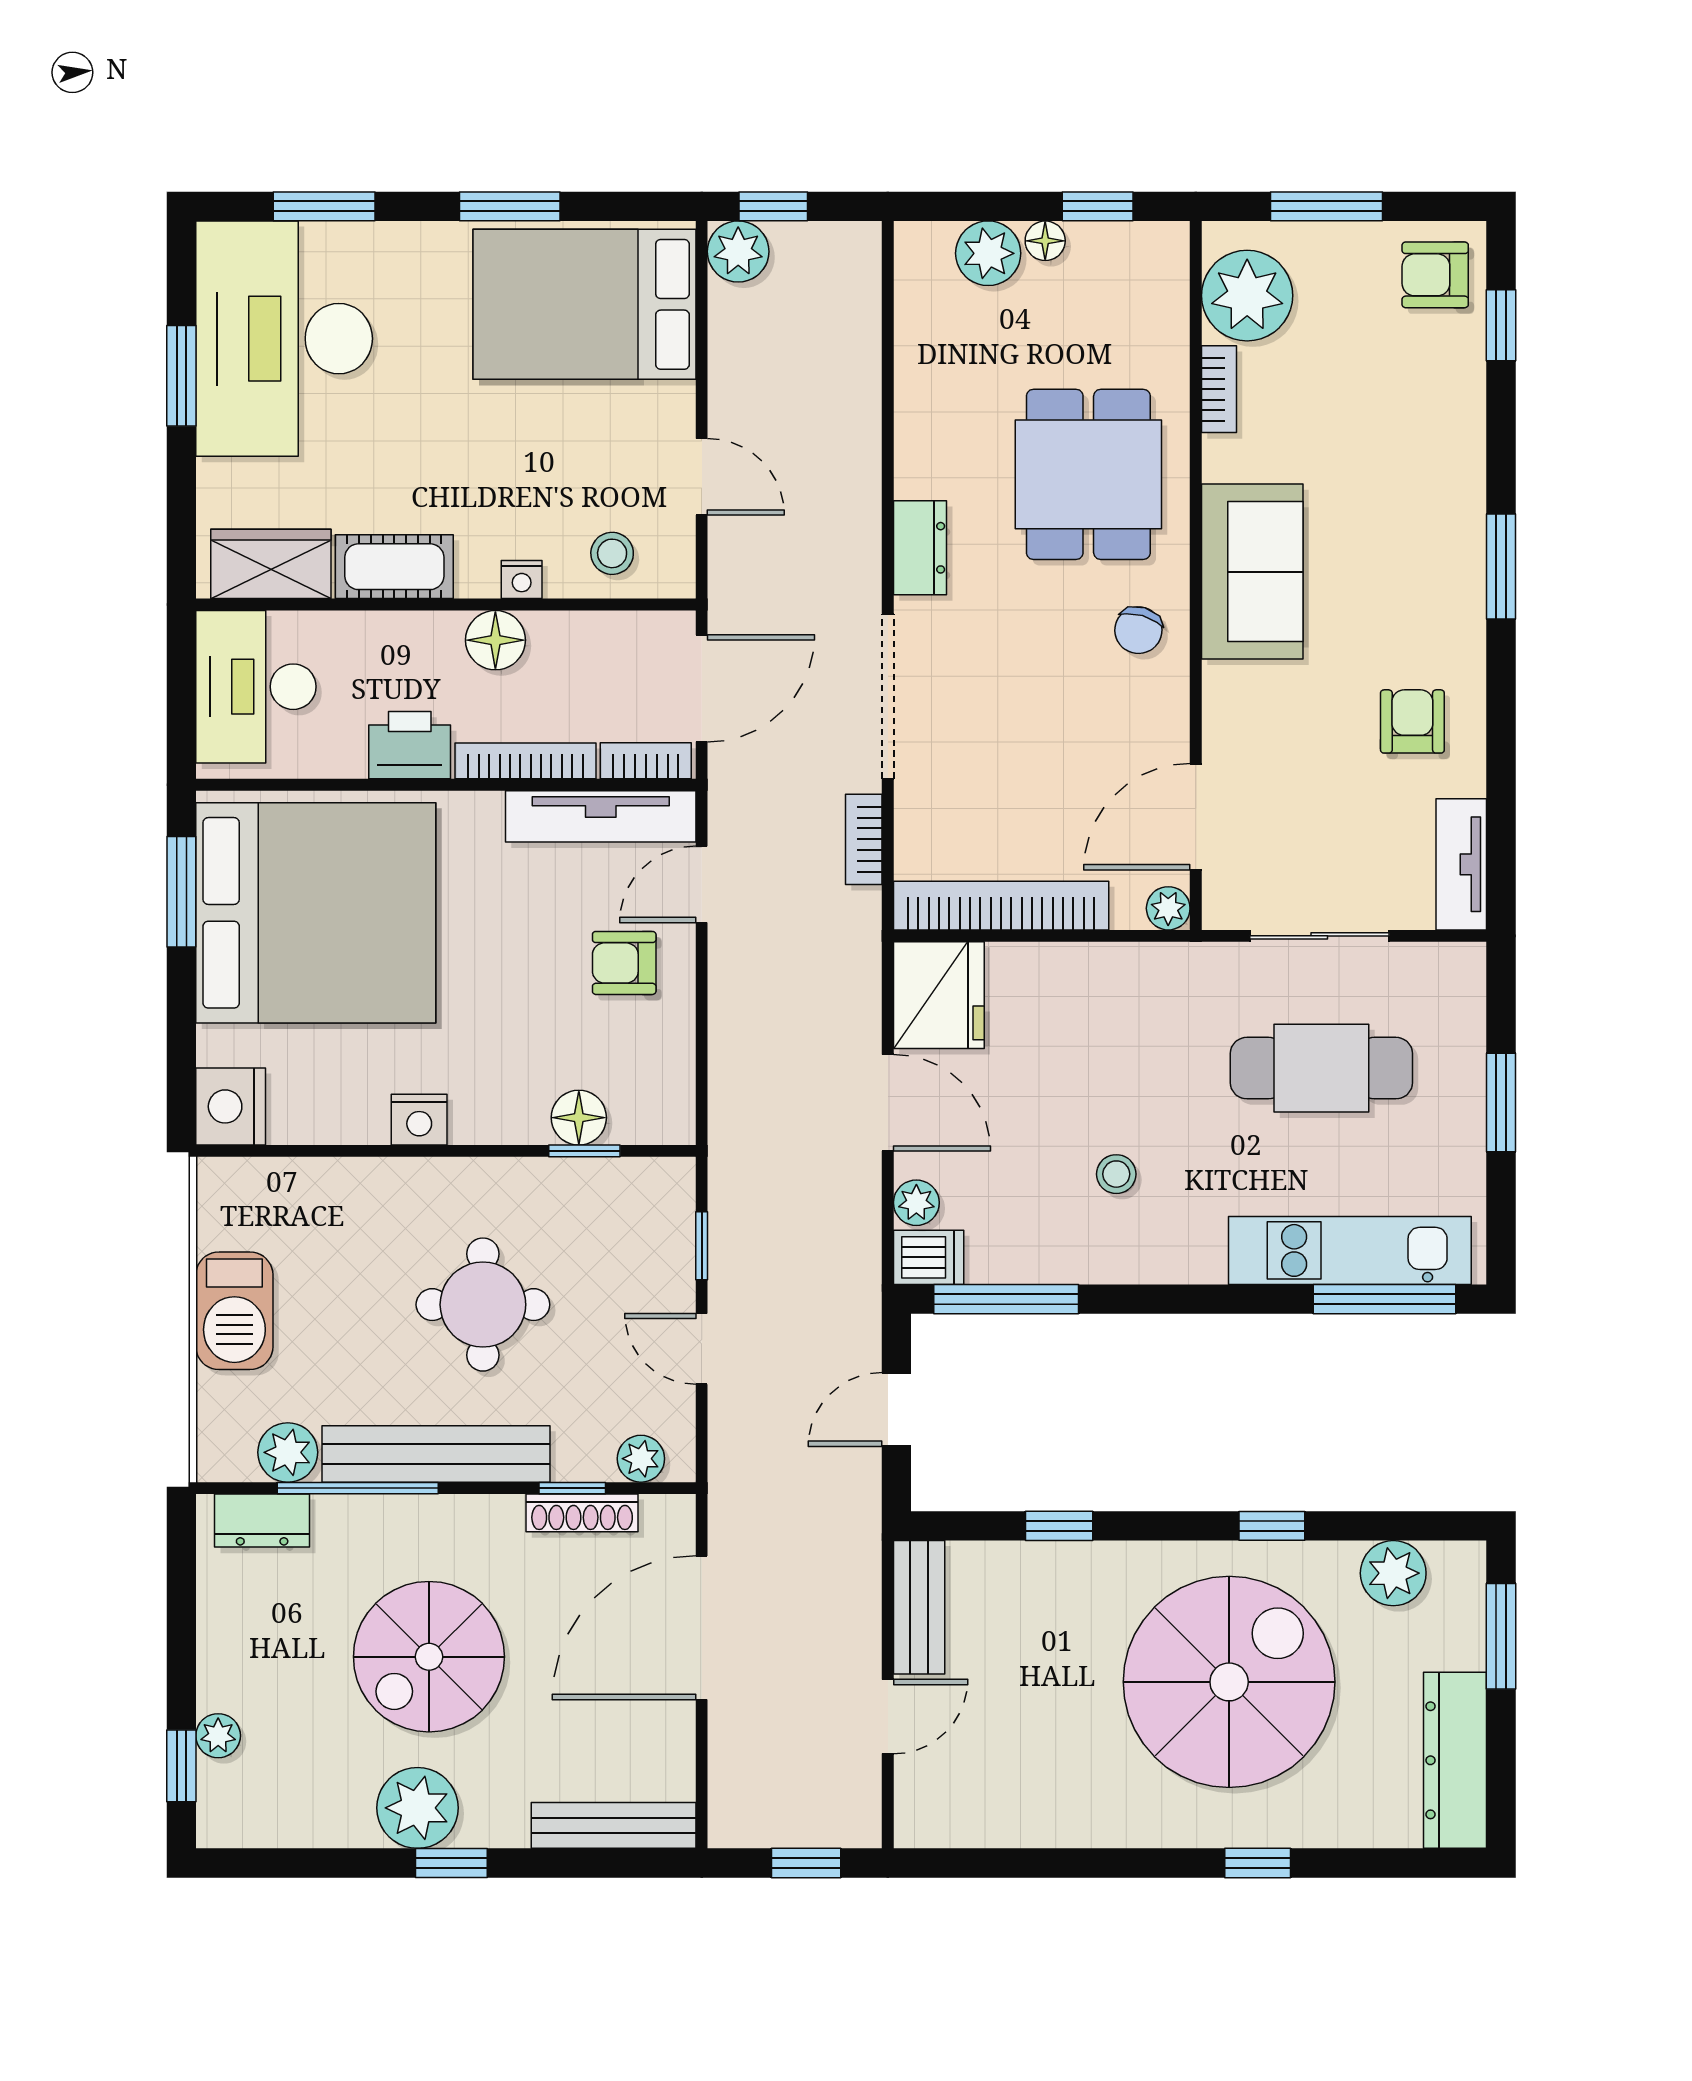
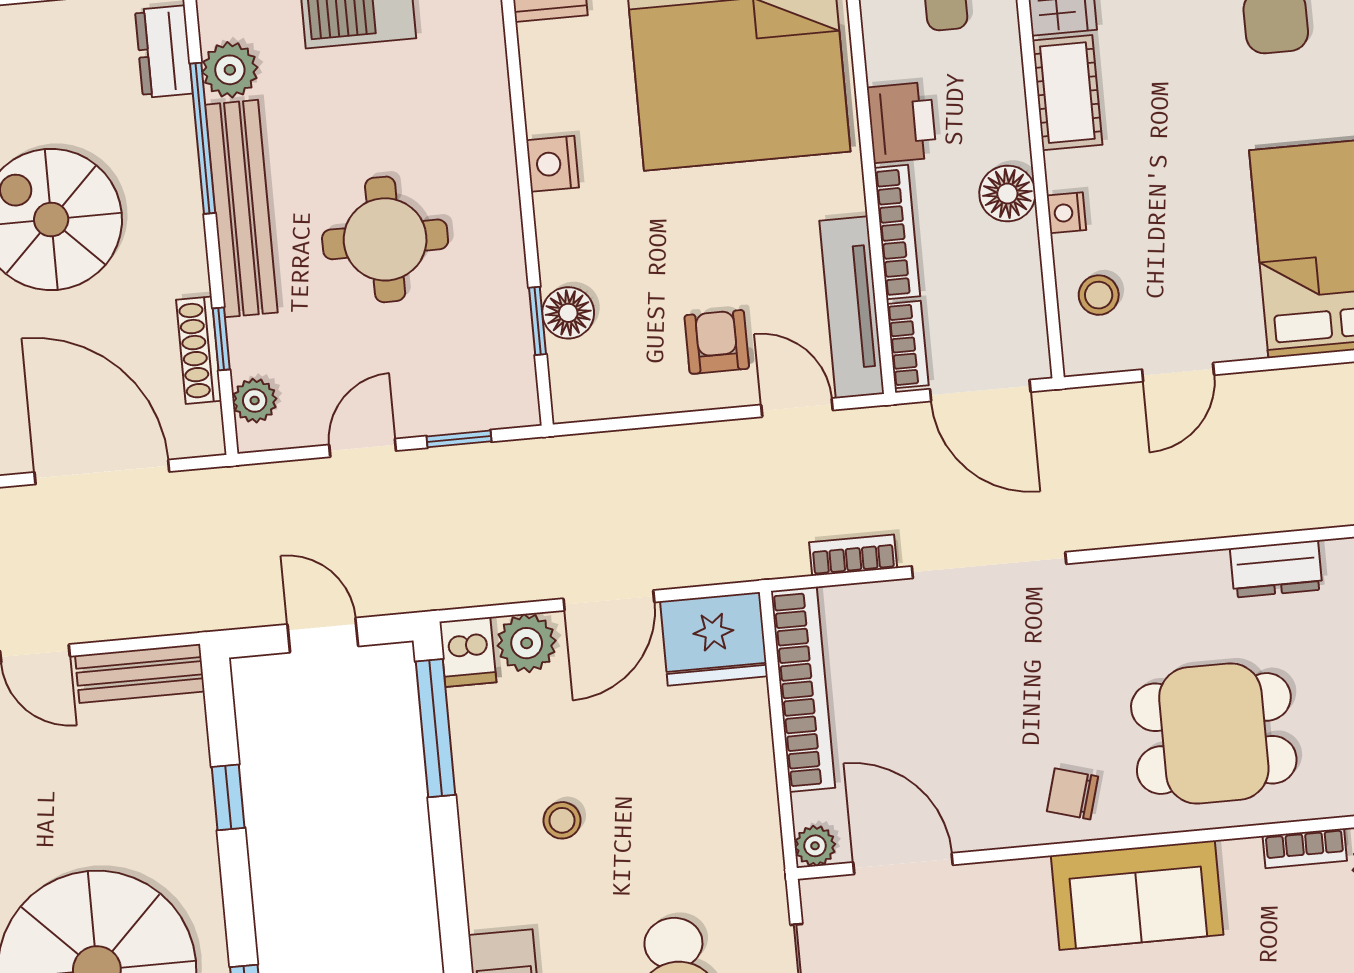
dresser: (920, 548) -> (1276, 569), moved
plant: (916, 1203) -> (527, 643), width x1.38, depth x1.38

